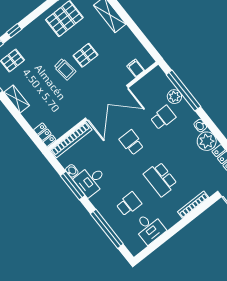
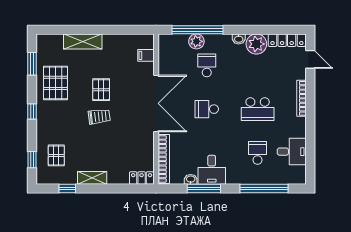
window: (14, 31) -> (32, 111), moved

